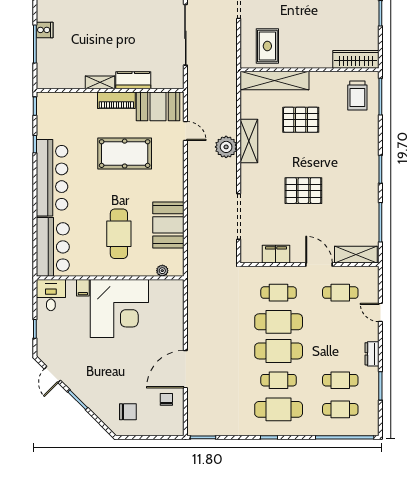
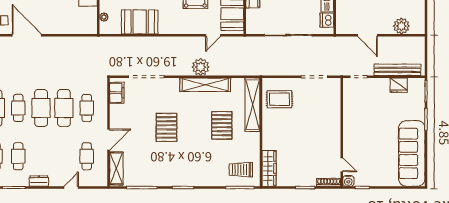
shelving: (249, 141) -> (205, 85), width x1.47
filing cabinet: (276, 254) -> (117, 93), moved

